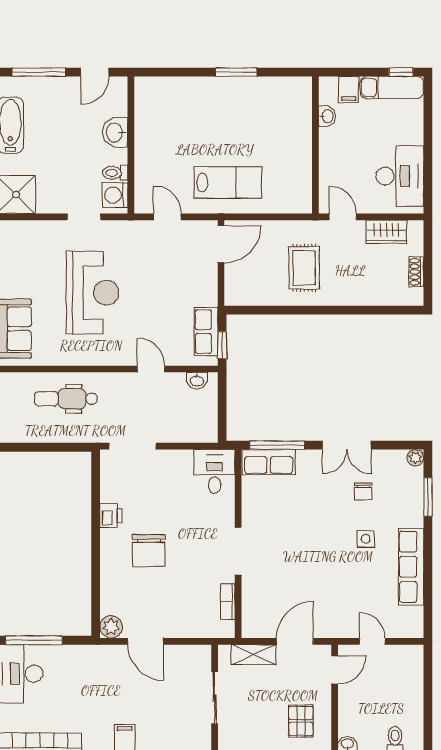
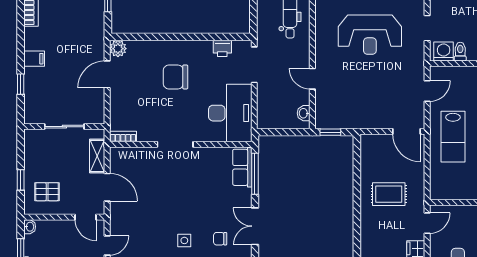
row of seats: (206, 332) -> (341, 120), removed
door: (151, 369) -> (312, 79), swing flipped
desk: (214, 471) -> (230, 113), width x1.87, depth x1.30
printer: (111, 516) -> (222, 48), moved
bookcase: (228, 602) -> (123, 137), moved

